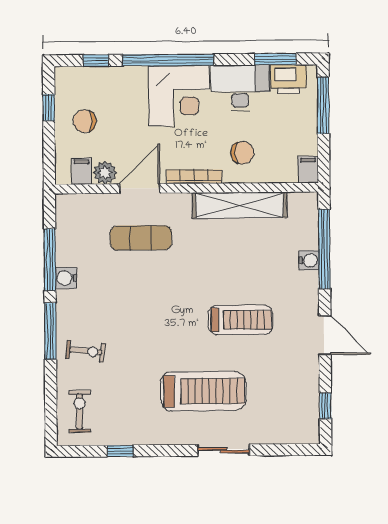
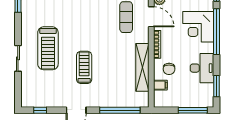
printer: (289, 79) -> (206, 93), removed
corner desk: (179, 96) -> (198, 27), moved
filing cabinet: (308, 169) -> (160, 85), moved
water cooler: (309, 260) -> (114, 102), removed
treadmill: (240, 320) -> (84, 67), turned 180

